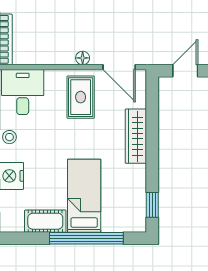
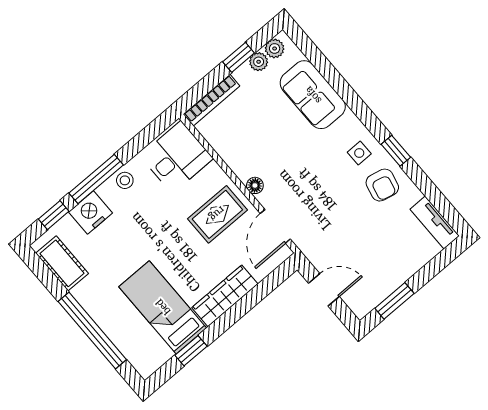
bed: (84, 196) -> (163, 307), moved, turned -90
window: (152, 205) -> (191, 351), moved
cot: (45, 221) -> (62, 263), moved

